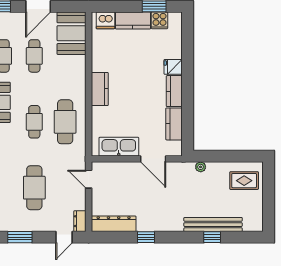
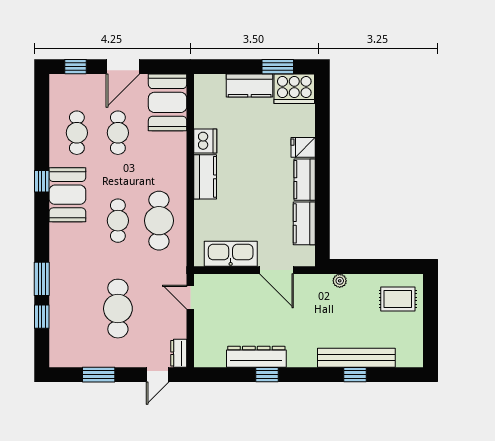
dishwasher: (105, 20) -> (205, 141), moved, turned -90
cooker: (159, 20) -> (294, 89), width x1.87, depth x1.31
dresser: (114, 224) -> (256, 357), moved

